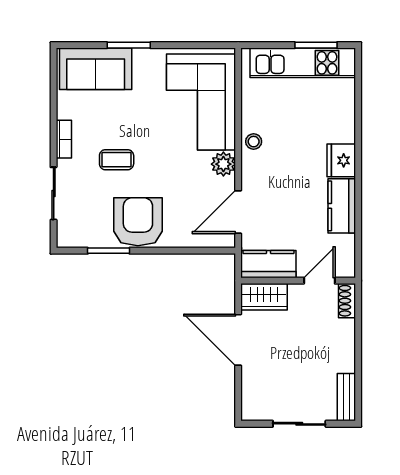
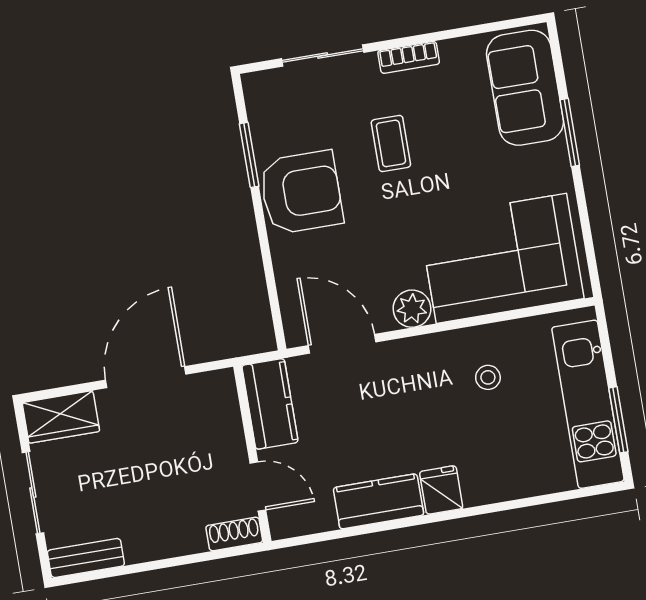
stool: (254, 142) -> (488, 377), moved
fridge: (341, 160) -> (441, 490), width x0.72
wardrobe: (264, 297) -> (61, 417), moved, turned -90

